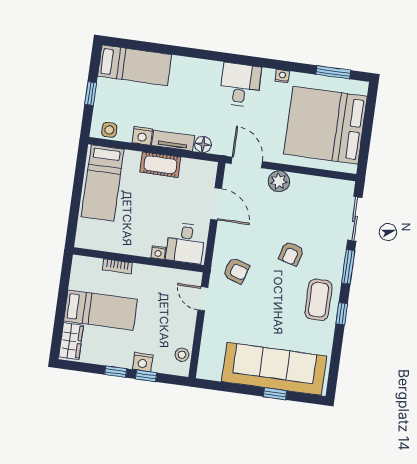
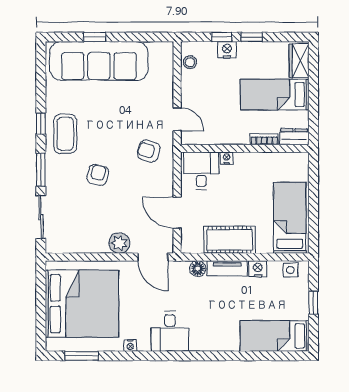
cot: (160, 165) -> (229, 240), width x1.37, depth x1.34
dresser: (87, 265) -> (294, 137), added

